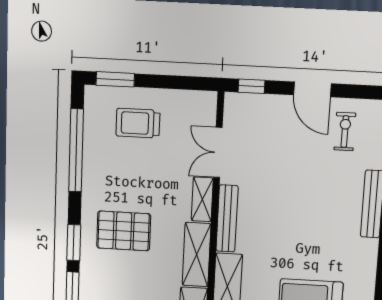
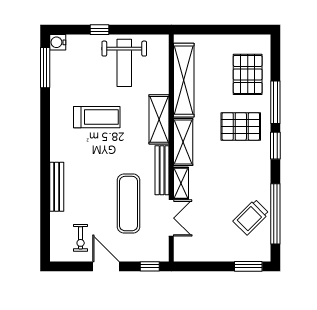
trolley: (138, 123) -> (251, 217), moved, turned 135
exercise mat: (275, 176) -> (129, 204), added
pallet: (124, 231) -> (241, 126), moved

